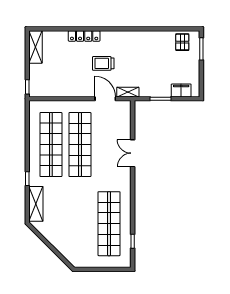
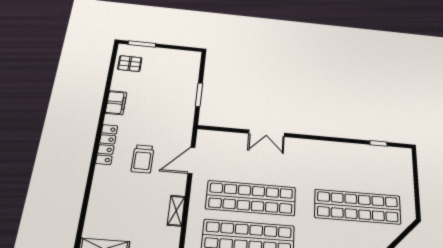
locker: (84, 36) -> (107, 144), moved
filing cabinet: (181, 90) -> (116, 103), moved, turned 180
shelving: (128, 92) -> (176, 211), moved
shop shelf: (109, 224) -> (358, 207), moved

